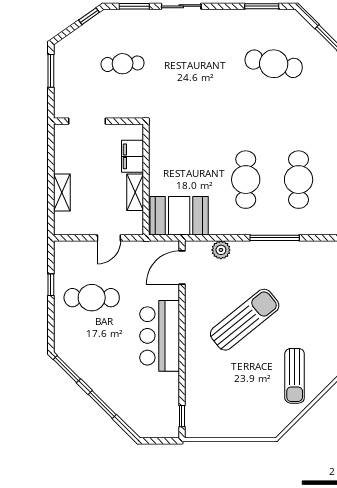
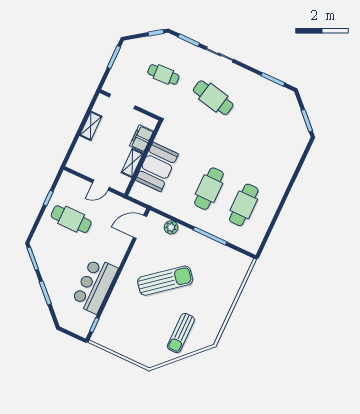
cafe table: (274, 64) -> (213, 98), moved
shelving: (62, 192) -> (91, 126), moved
booth: (179, 216) -> (157, 167), moved, turned 90
bar counter: (160, 336) -> (95, 285), moved

